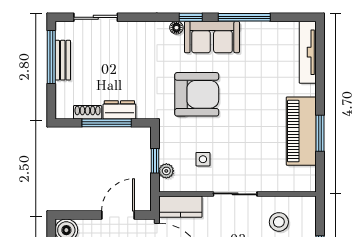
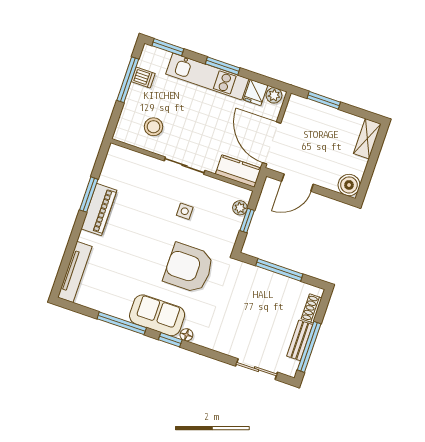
dresser: (119, 110) -> (264, 278), removed
shoe rack: (88, 112) -> (311, 308), moved, turned 90
piano: (301, 131) -> (99, 209), width x0.73, depth x0.75
side table: (203, 159) -> (185, 211), moved

